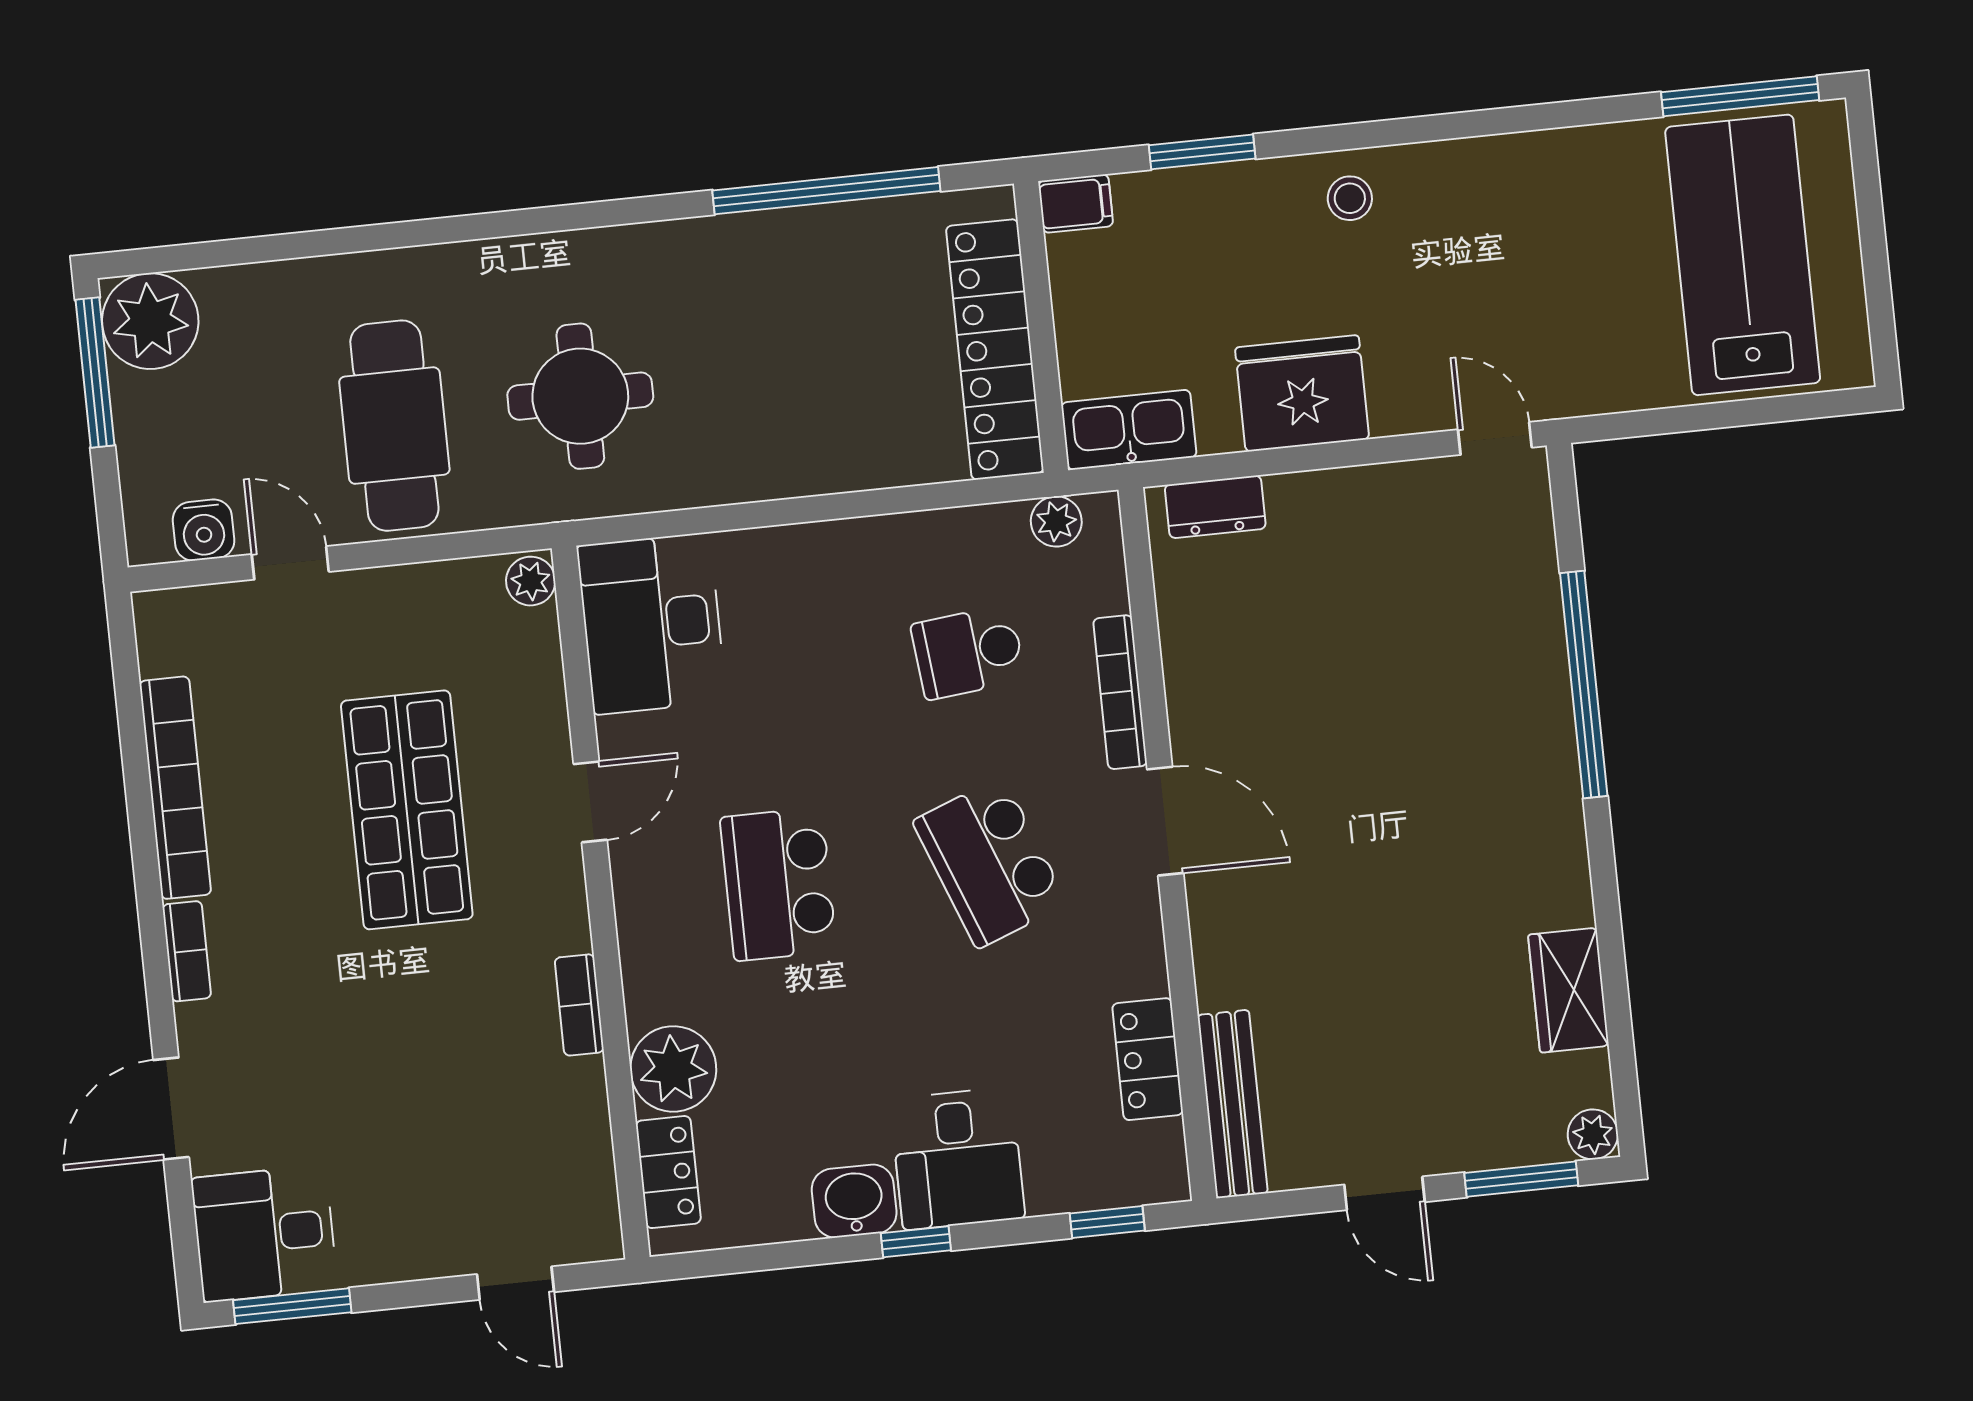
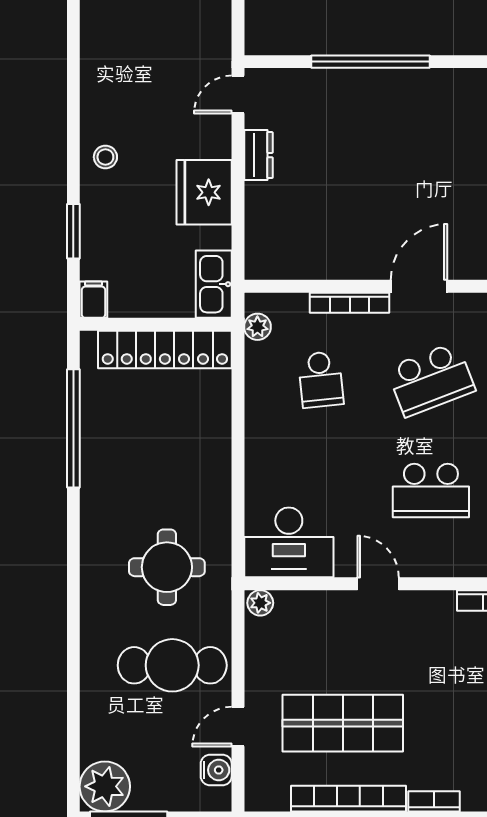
dresser: (1215, 507) -> (258, 155), moved
shop shelf: (407, 810) -> (343, 723), moved

